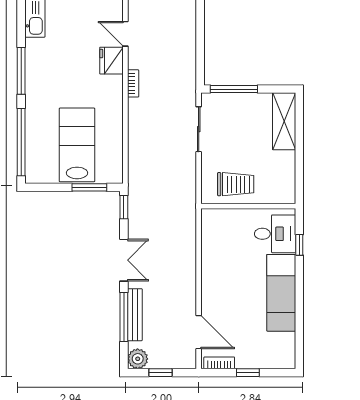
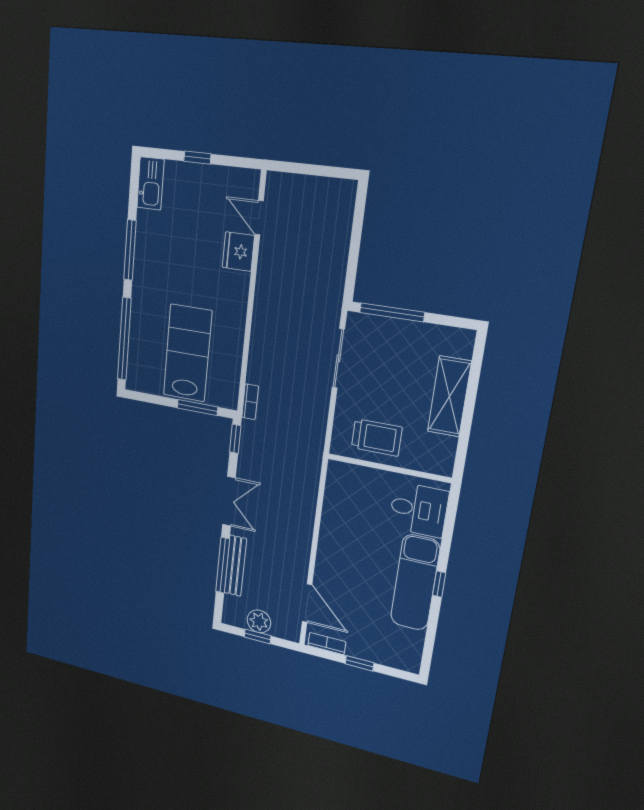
bookcase: (133, 83) -> (250, 402), moved
shelving: (284, 121) -> (449, 396), moved
window: (299, 245) -> (439, 584), moved
plant: (138, 359) -> (259, 621), moved

